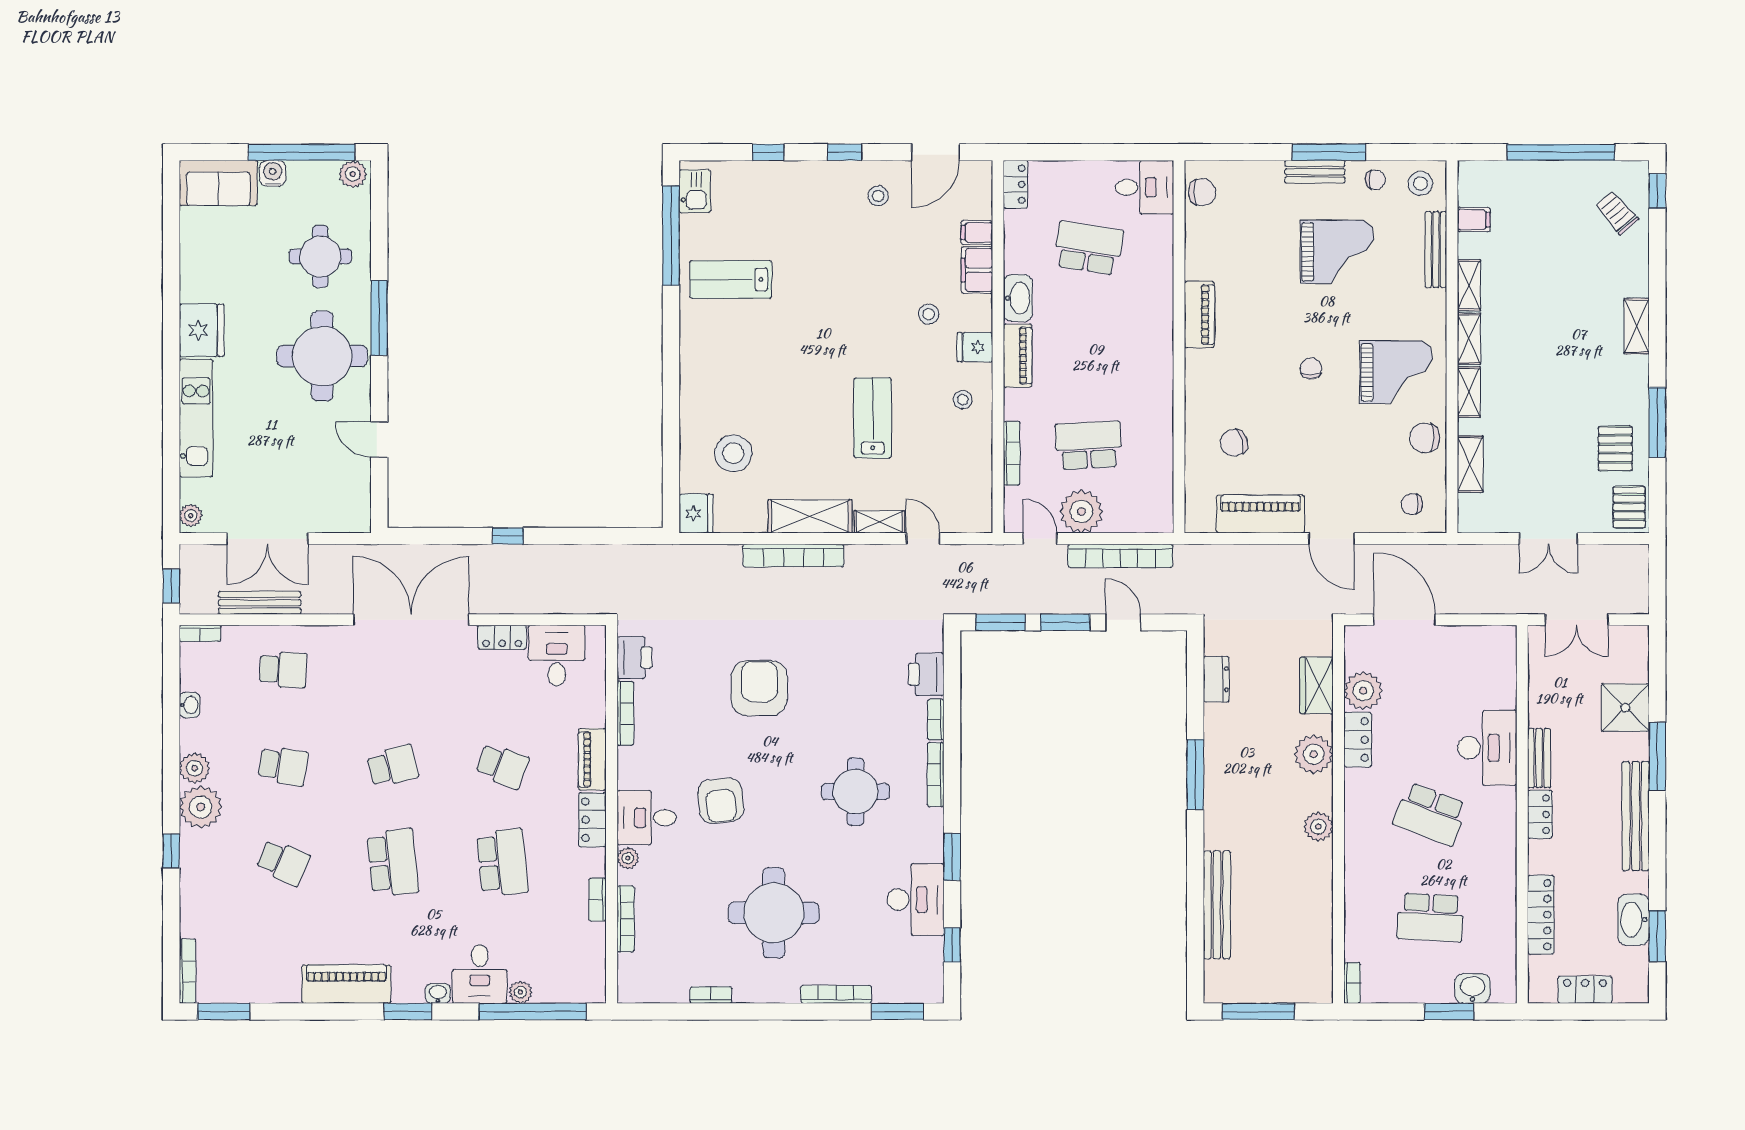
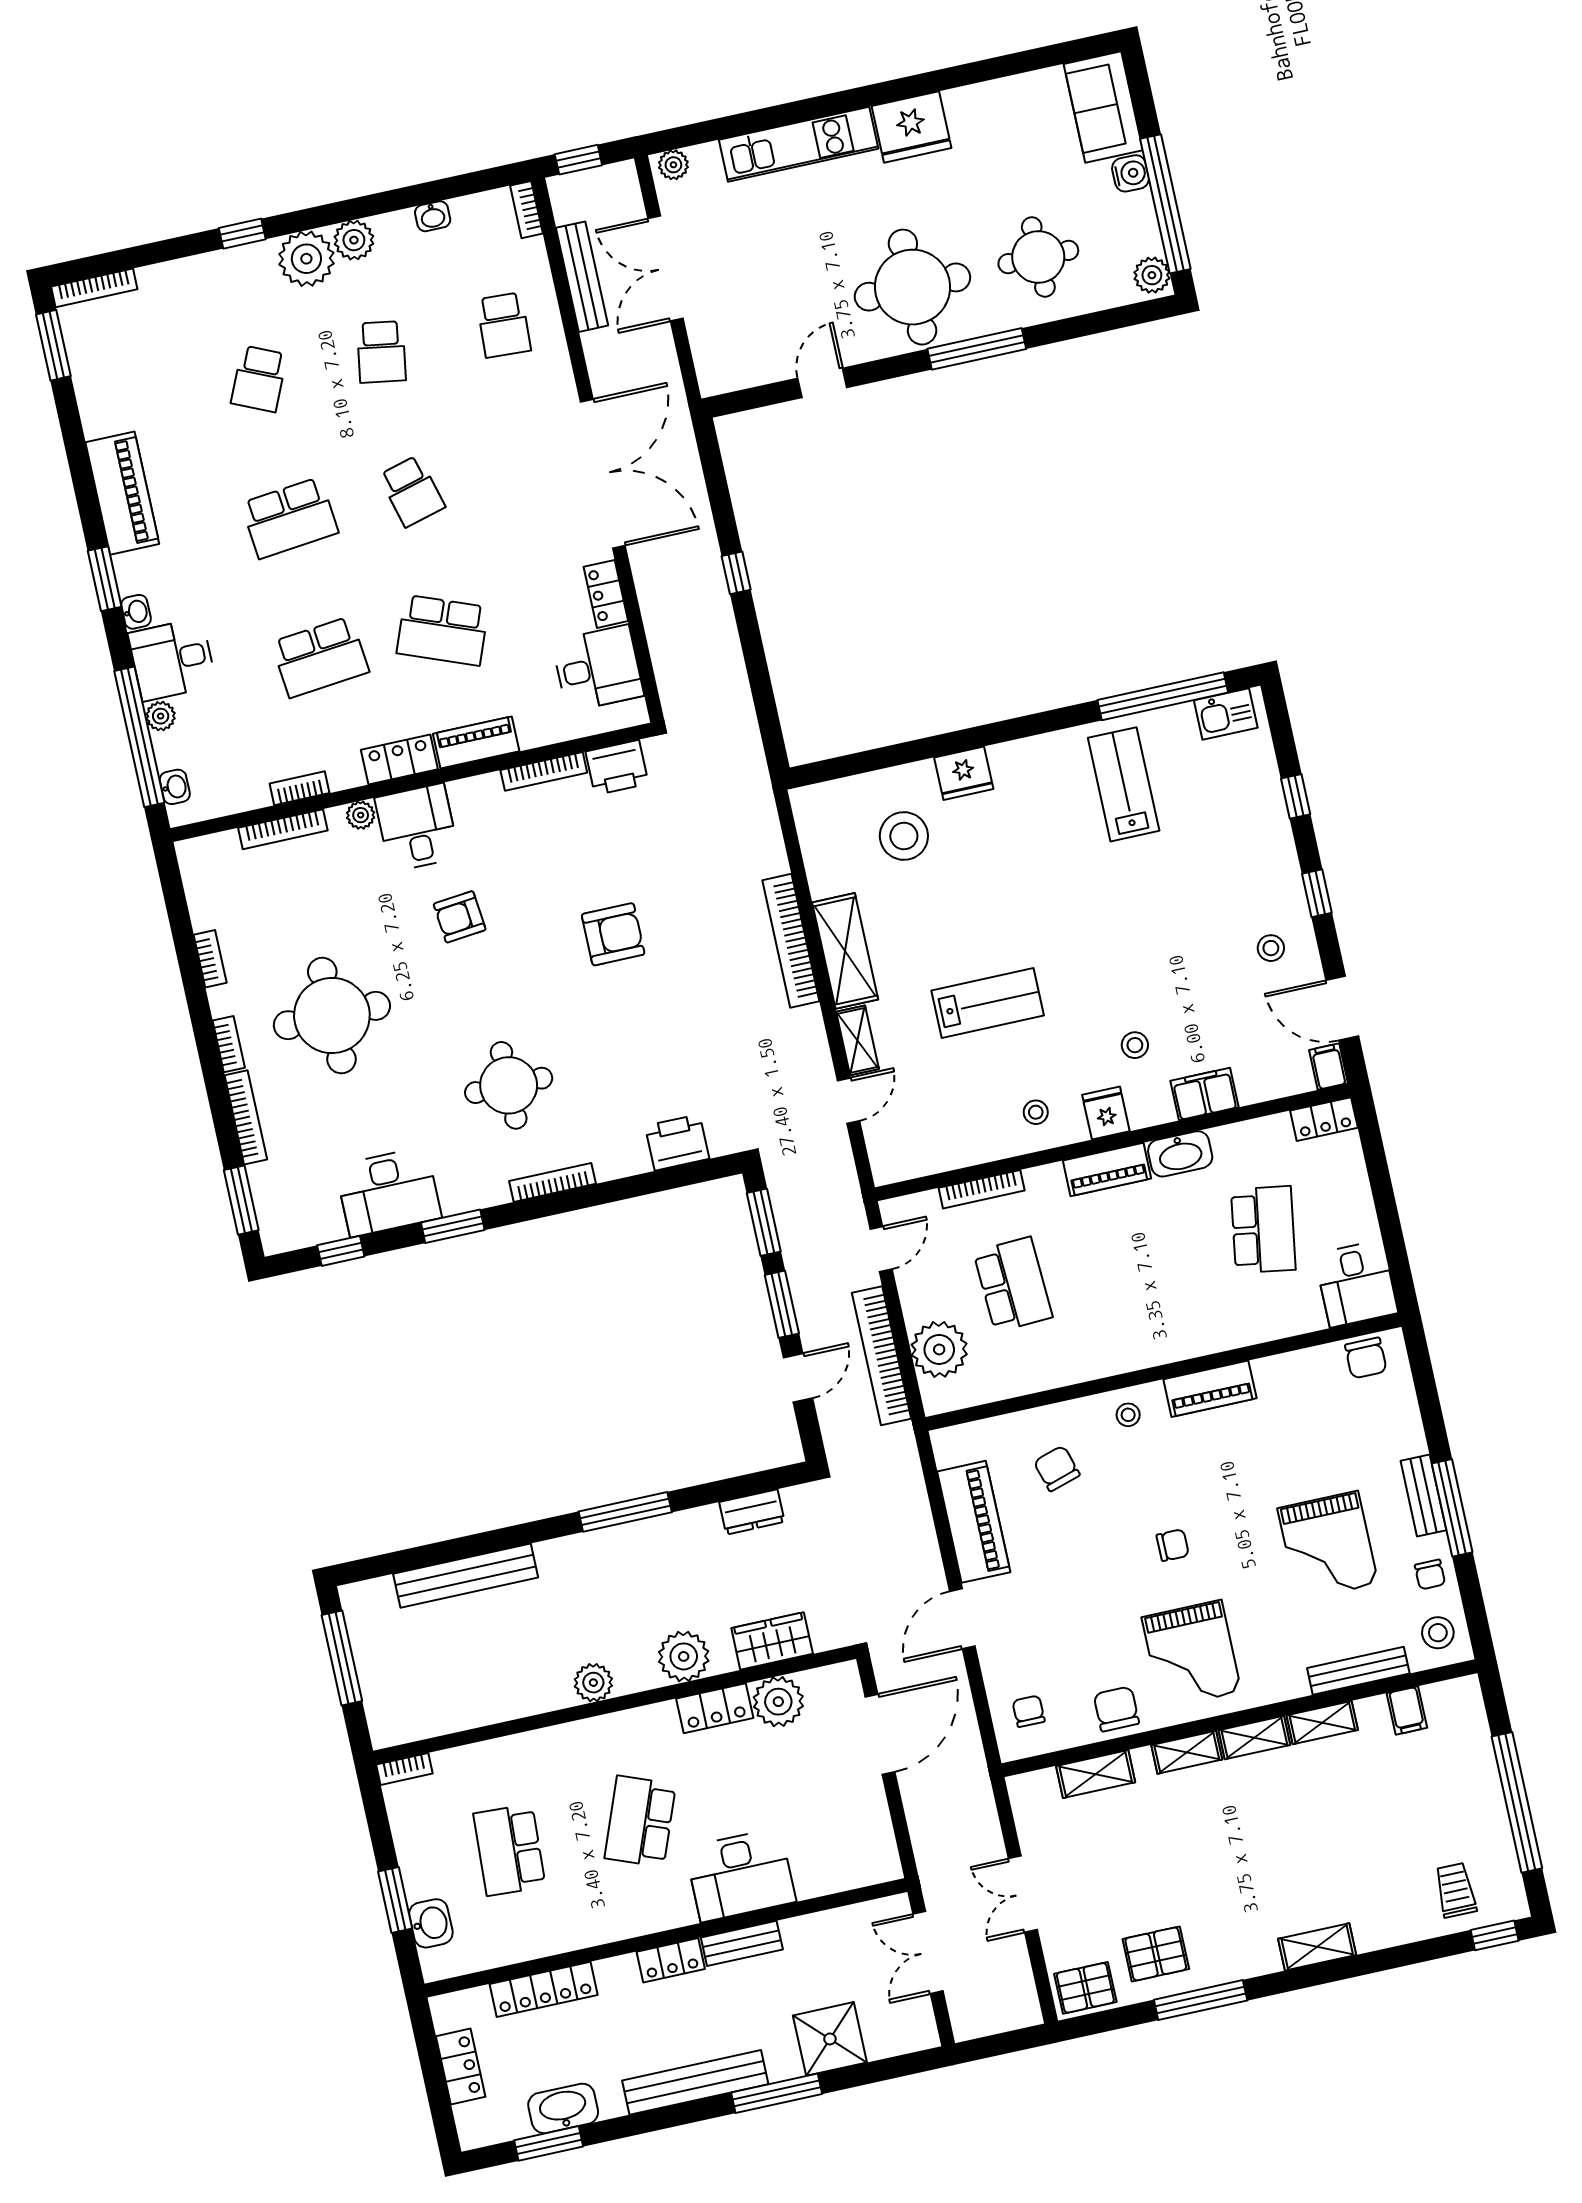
trolley: (1617, 213) -> (1456, 1890), turned -49
filing cabinet: (977, 232) -> (1329, 1067), moved
stool: (1205, 380) -> (1128, 1415), added
plant: (1081, 512) -> (939, 1349), moved
fridge: (696, 514) -> (964, 773), moved
armchair: (759, 688) -> (613, 934), width x0.73, depth x0.73
bookcase: (936, 720) -> (229, 1044), moved, turned 90
school desk: (502, 766) -> (443, 630), width x1.85
armchair: (721, 801) -> (460, 917), width x0.72, depth x0.72
washbasin: (576, 993) -> (175, 787), added

